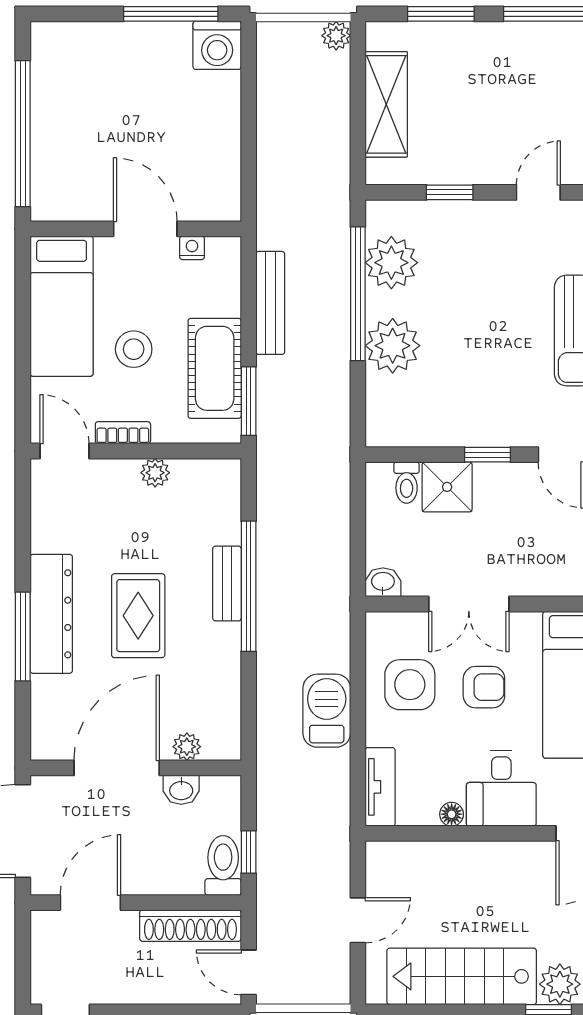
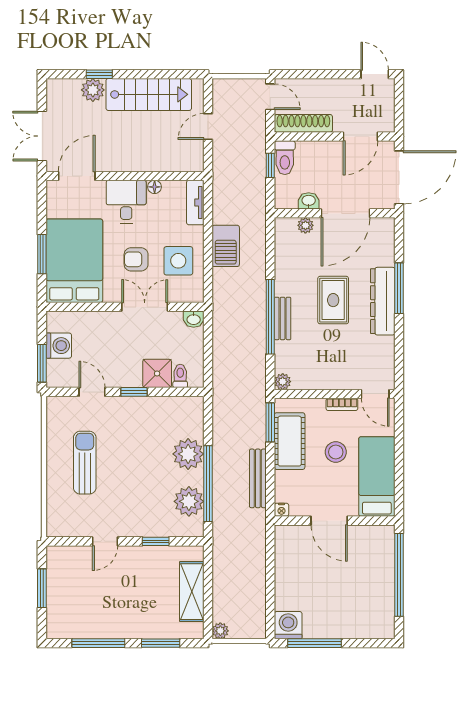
nightstand: (192, 248) -> (282, 510), moved
plant: (155, 473) -> (283, 382), moved

